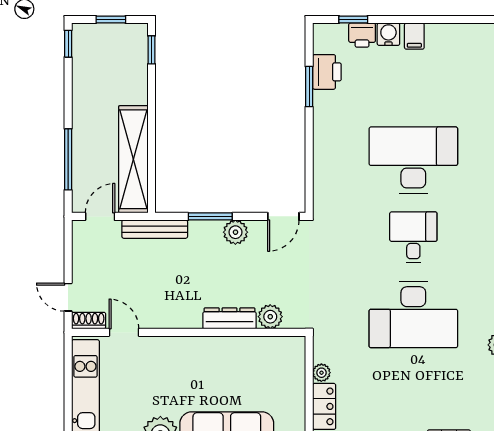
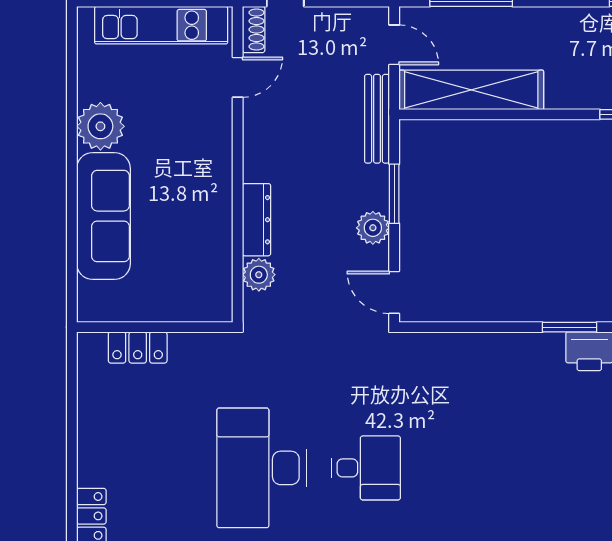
desk: (413, 160) -> (470, 468), removed
plant: (321, 373) -> (183, 344), removed

